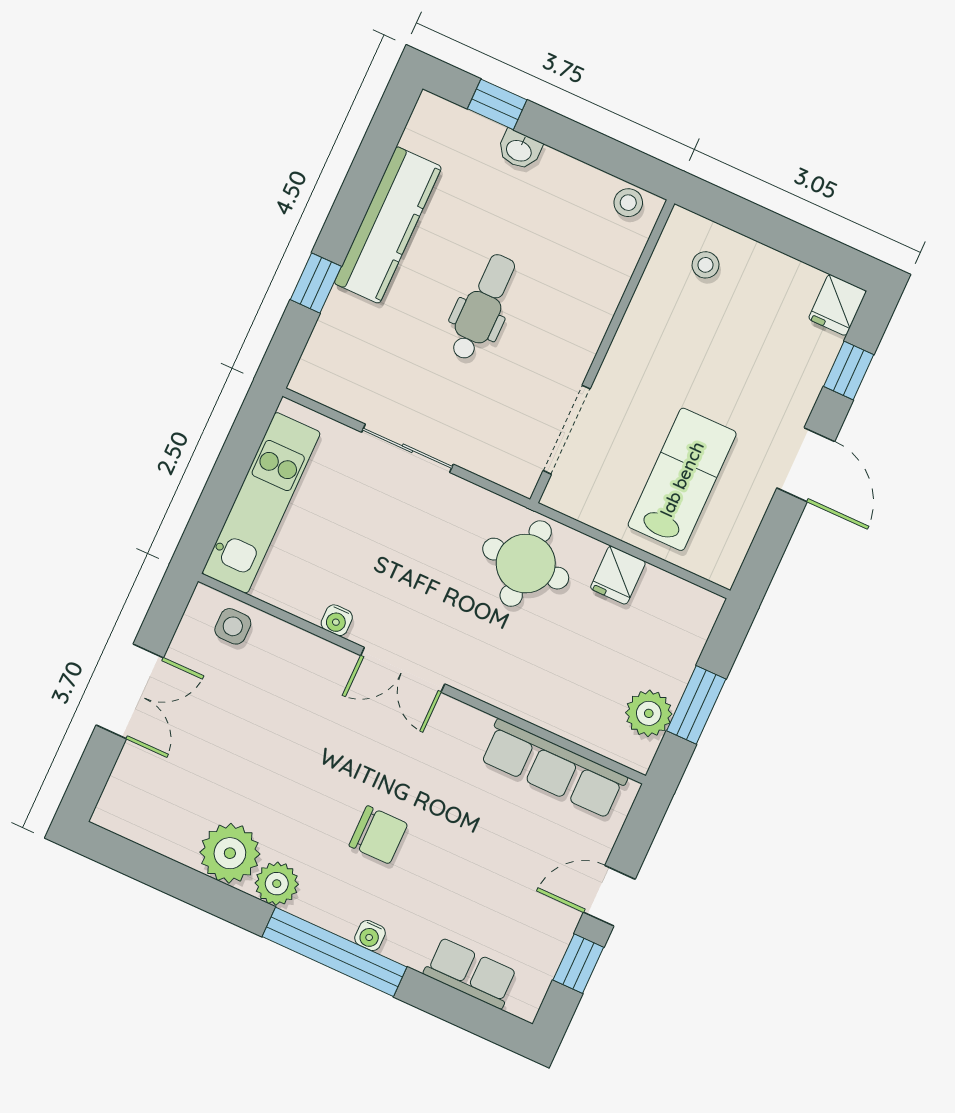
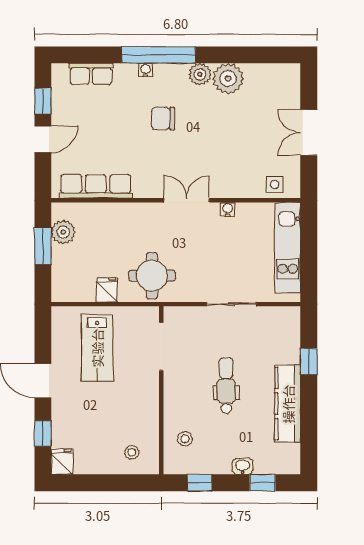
window: (609, 155) -> (200, 483), added
stool: (628, 203) -> (185, 439), moved
dental chair: (483, 307) -> (226, 386), turned 180

